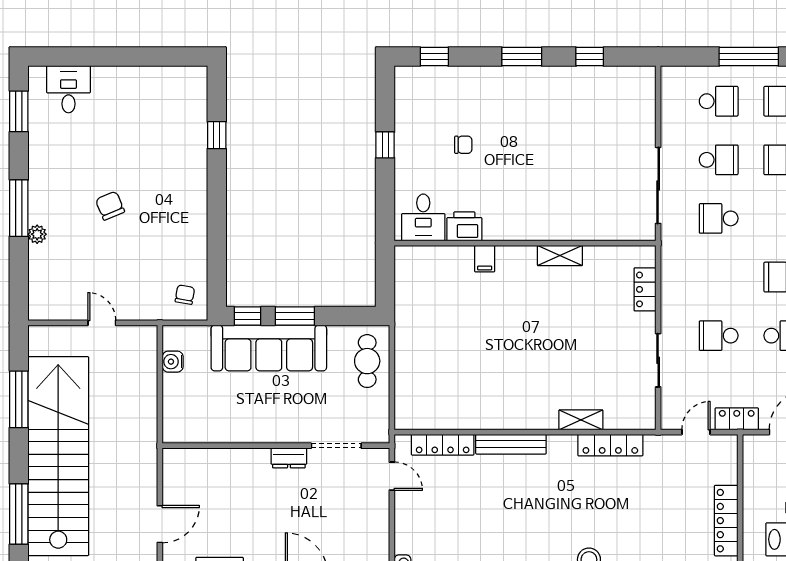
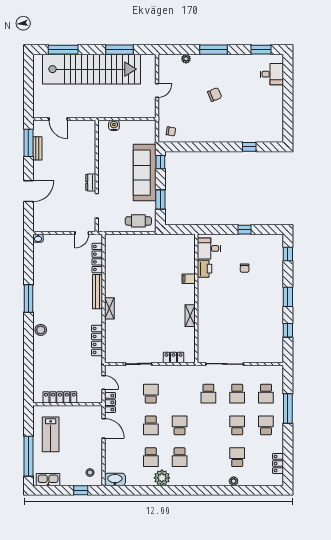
school desk: (719, 218) -> (208, 394), turned 180
plant: (37, 234) -> (186, 59), moved
window: (295, 316) -> (160, 200), moved
water cooler: (173, 362) -> (114, 125), moved
shelving: (581, 420) -> (109, 308), moved

